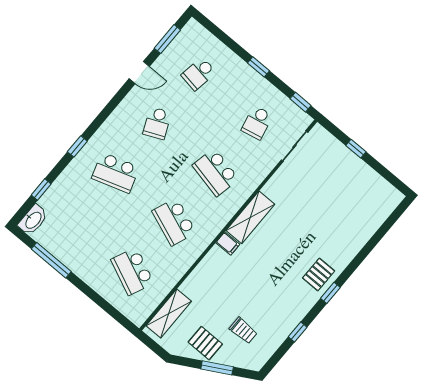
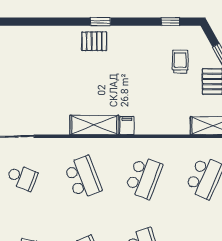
school desk: (257, 123) -> (22, 177), turned 33
school desk: (216, 172) -> (83, 177), turned -33
window: (298, 332) -> (170, 22), moved

